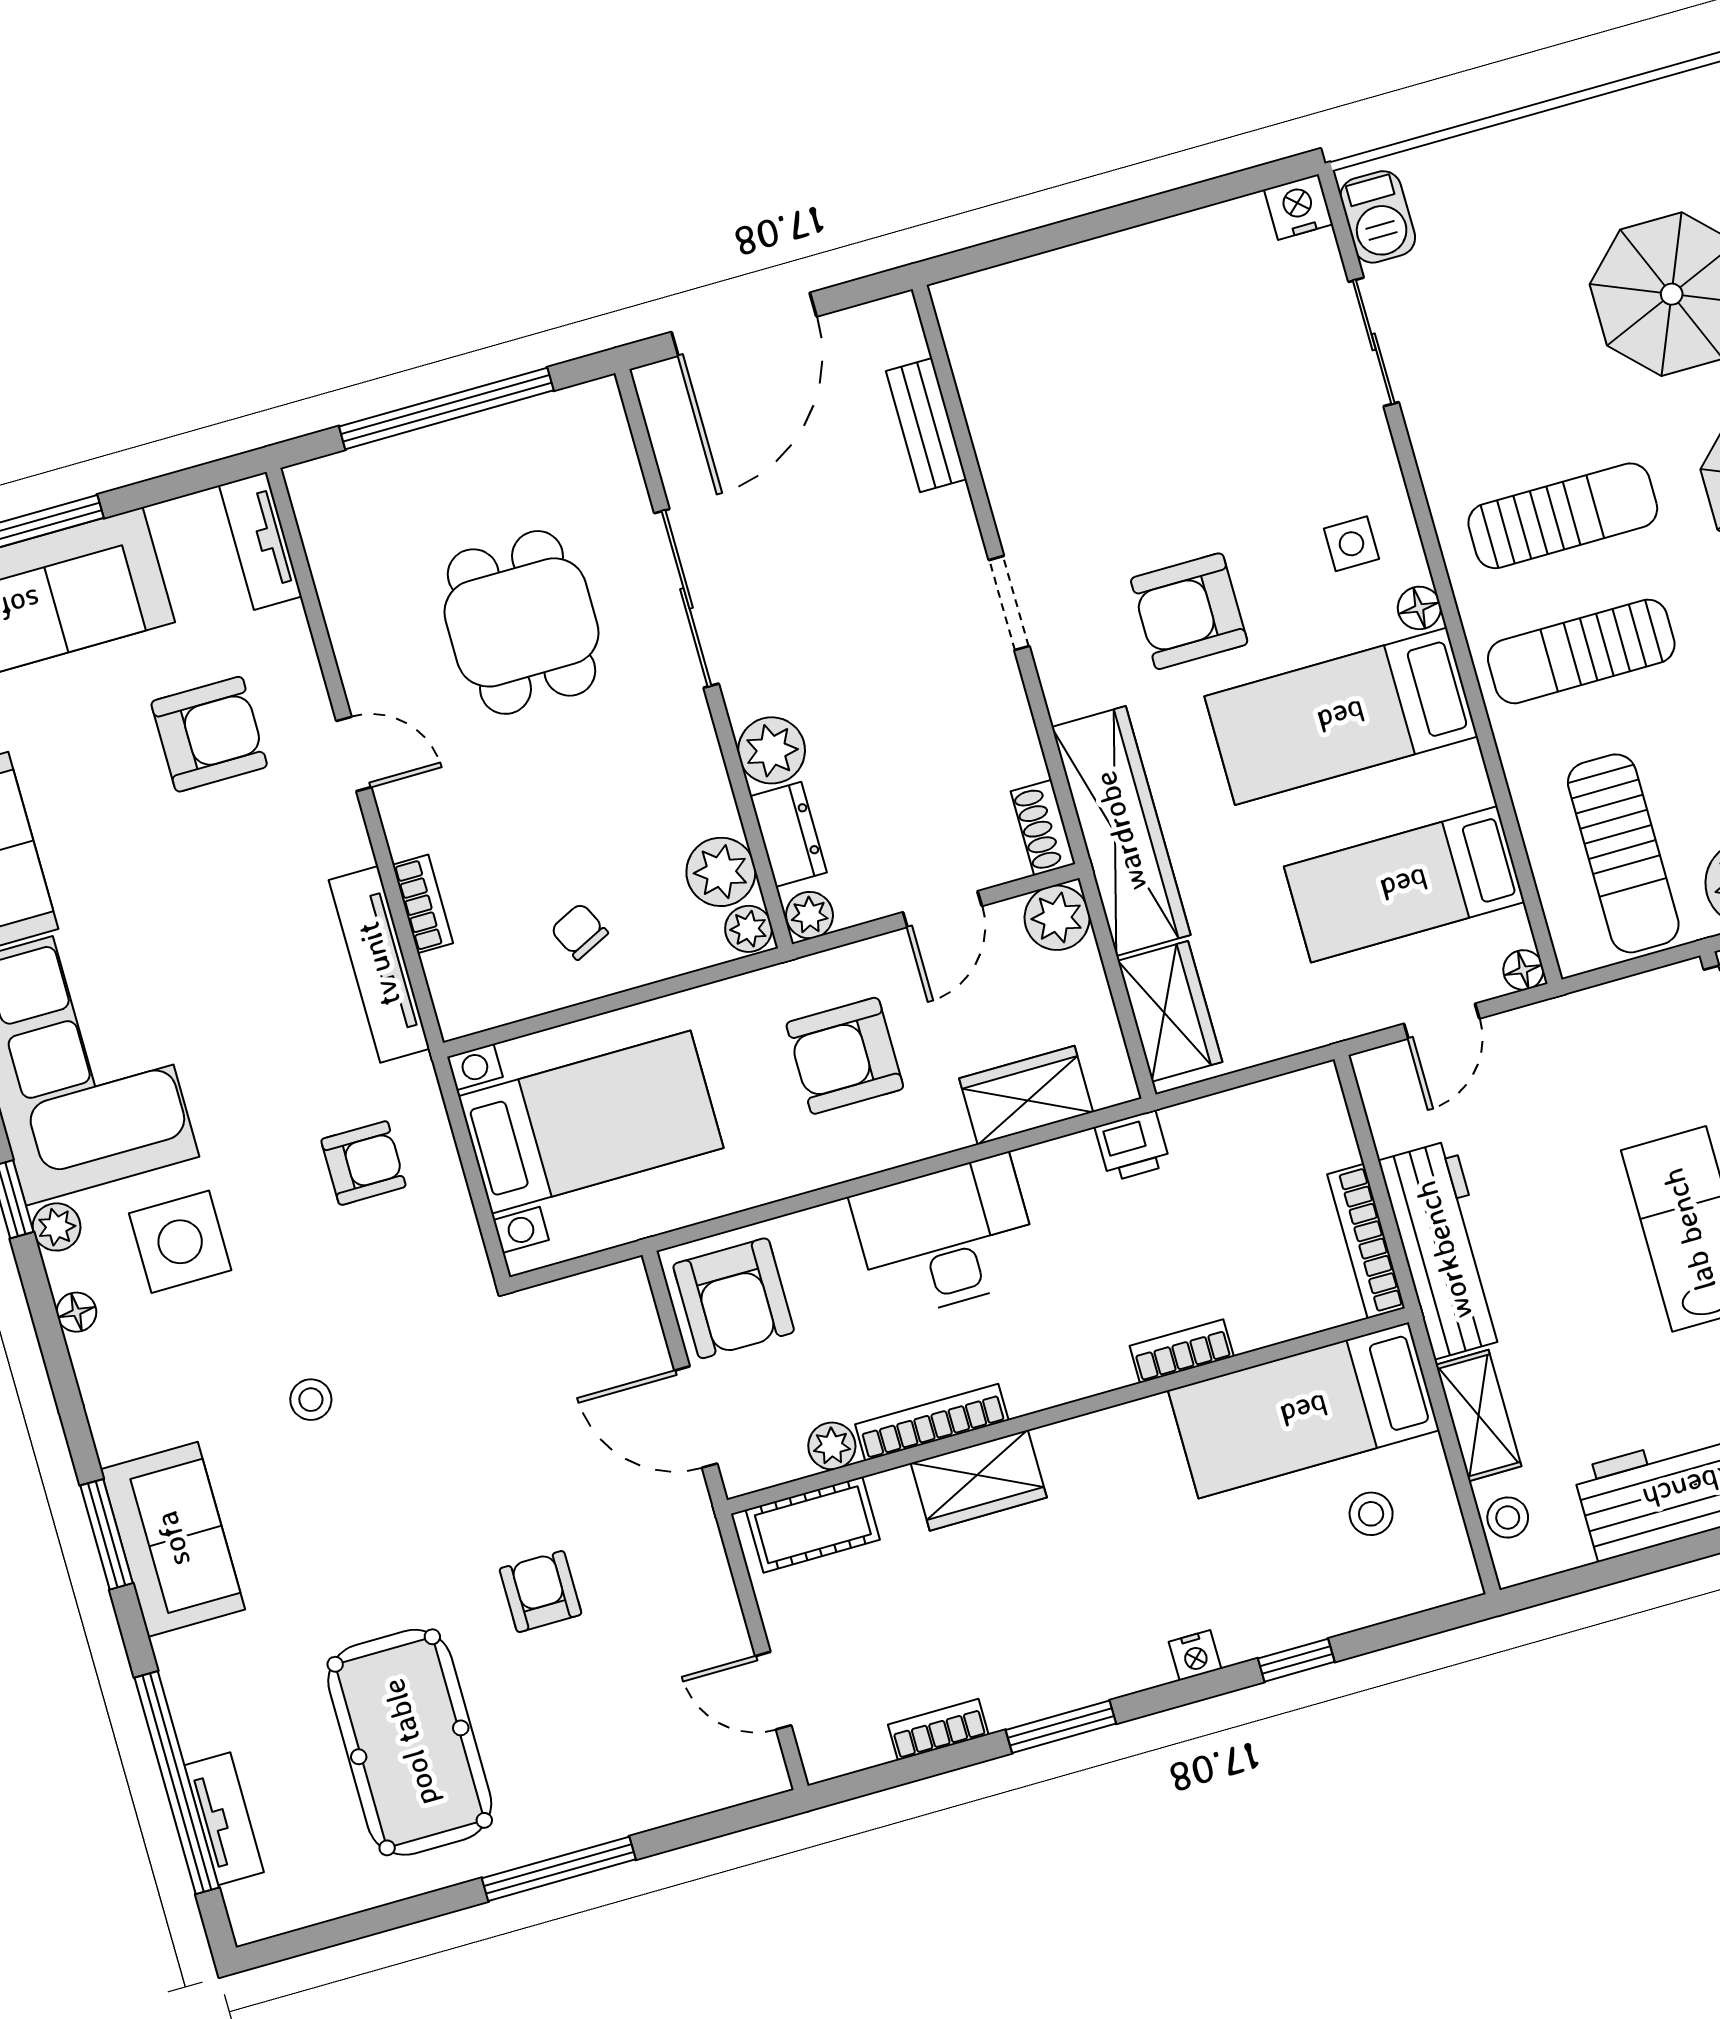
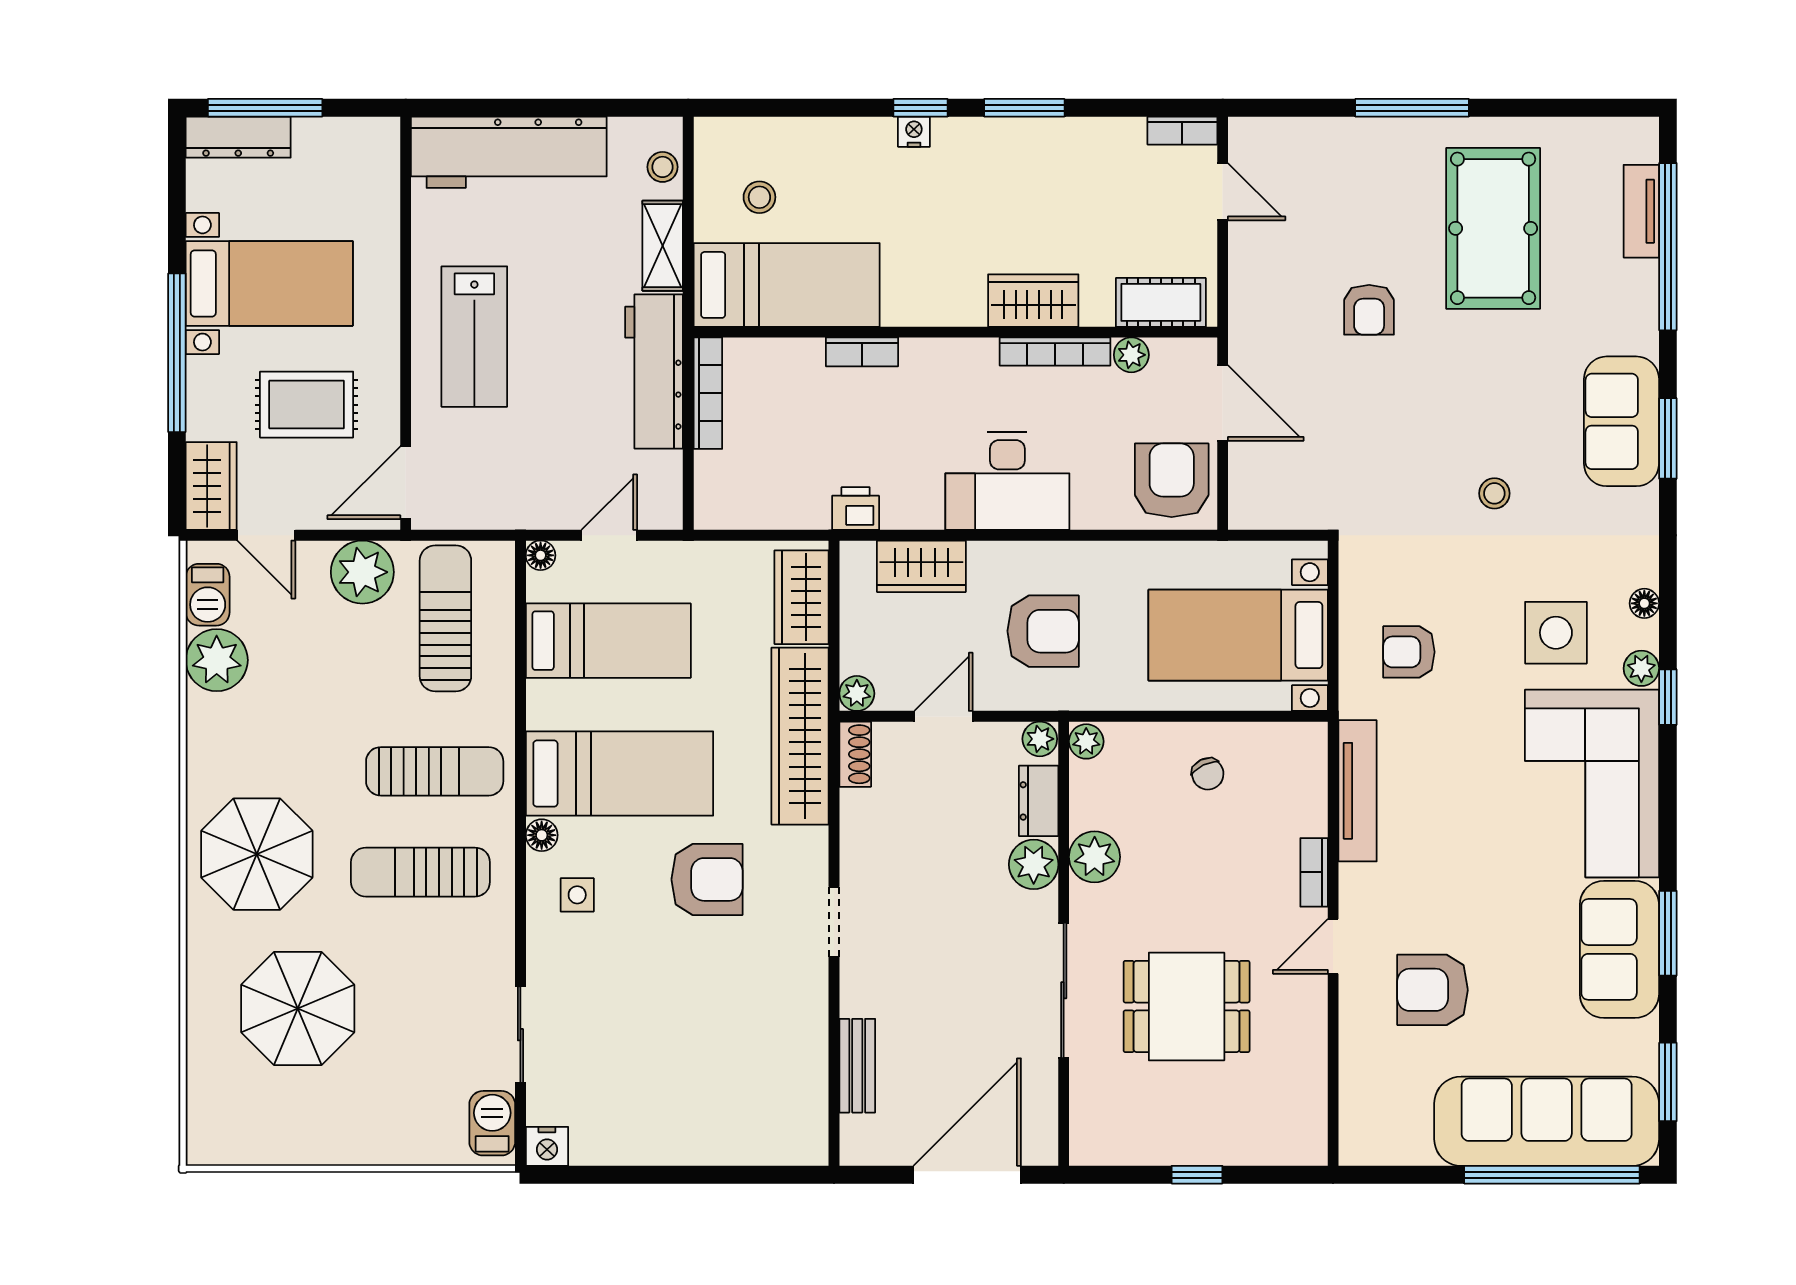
window: (446, 408) -> (1197, 1175), width x0.32
tv unit: (260, 541) -> (1357, 1118), removed
dining table: (522, 622) -> (1187, 1006), turned 90
door: (354, 754) -> (1333, 946), hinge flipped
plant: (721, 872) -> (1095, 857), moved
bookcase: (423, 904) -> (1314, 872), moved
plant: (1057, 918) -> (857, 693), width x0.73, depth x0.73
window: (1296, 1660) -> (920, 108), moved
bookcase: (938, 1730) -> (1182, 131), moved

